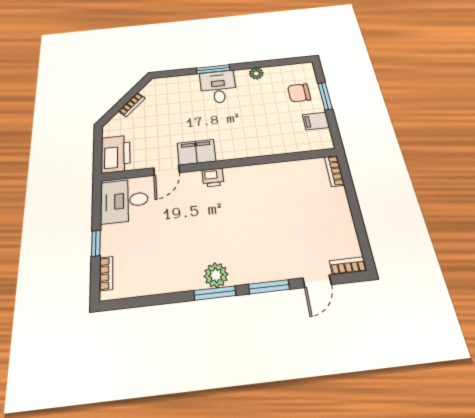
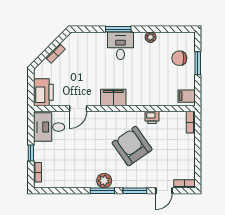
filing cabinet: (316, 121) -> (187, 96), moved
filing cabinet: (196, 152) -> (113, 97), moved
printer: (213, 177) -> (152, 117), moved
armchair: (253, 215) -> (132, 146), added

